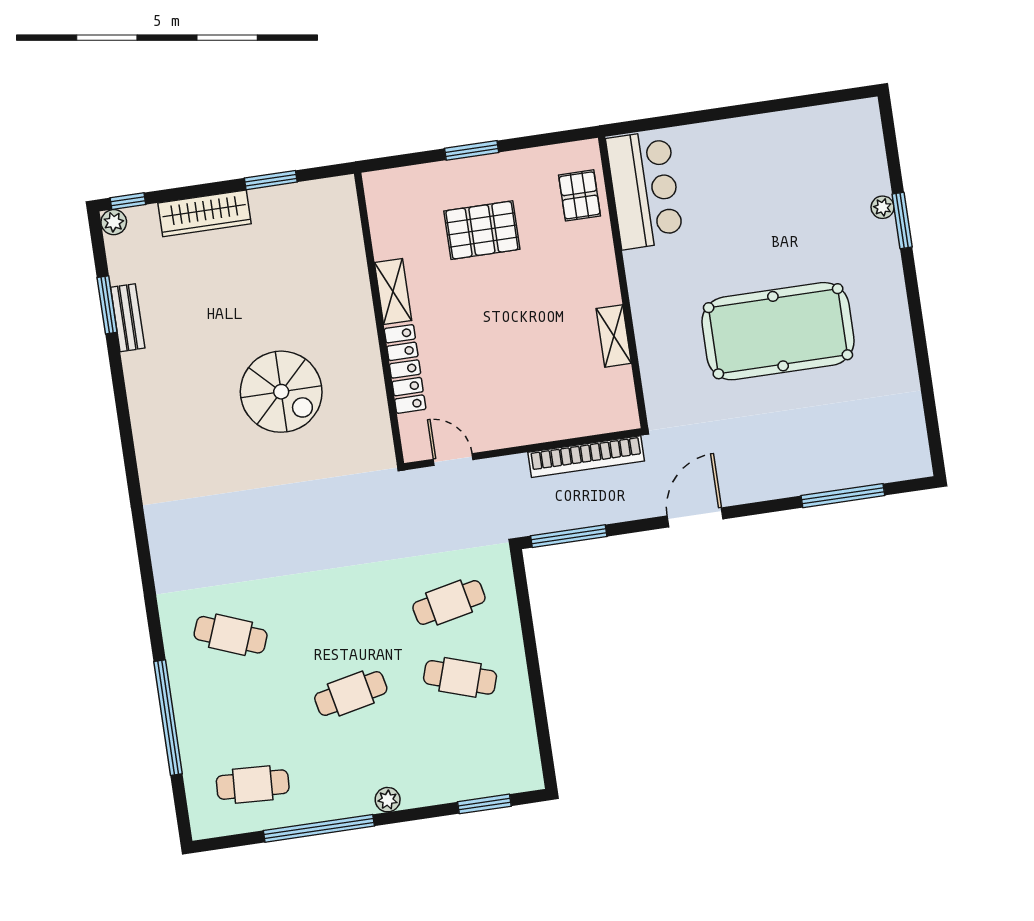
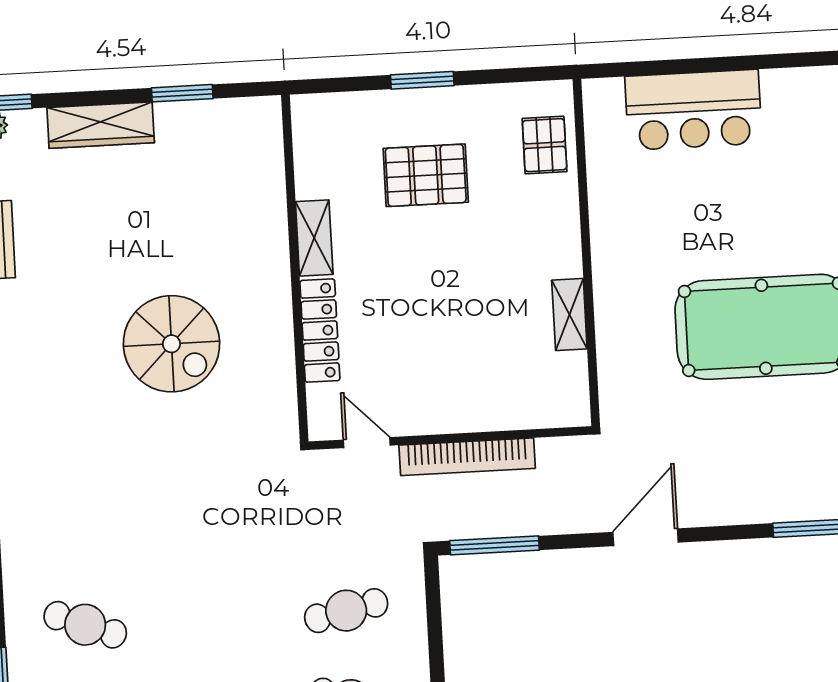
bar counter: (645, 190) -> (693, 110), moved, turned 90
bookcase: (586, 457) -> (467, 457), moved

